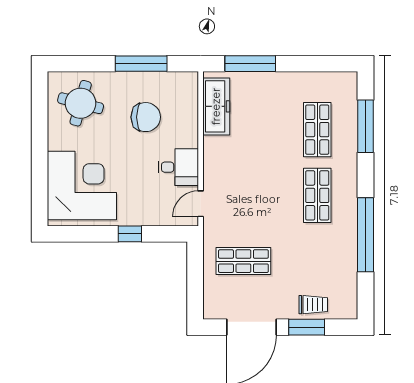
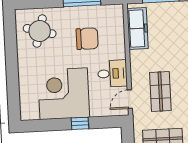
corner desk: (82, 186) -> (64, 94), moved, turned -90
shop shelf: (243, 195) -> (160, 91), added

